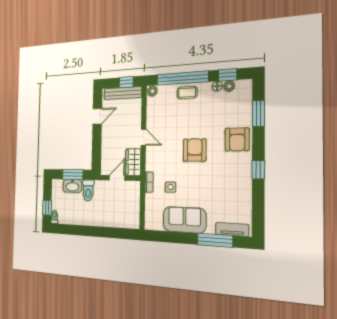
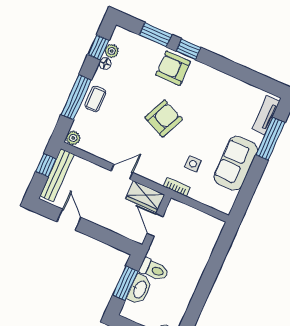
window: (182, 78) -> (76, 97), width x0.68
armchair: (237, 139) -> (173, 68), turned 180
armchair: (195, 150) -> (164, 118), turned 114
window: (258, 170) -> (188, 49), moved

